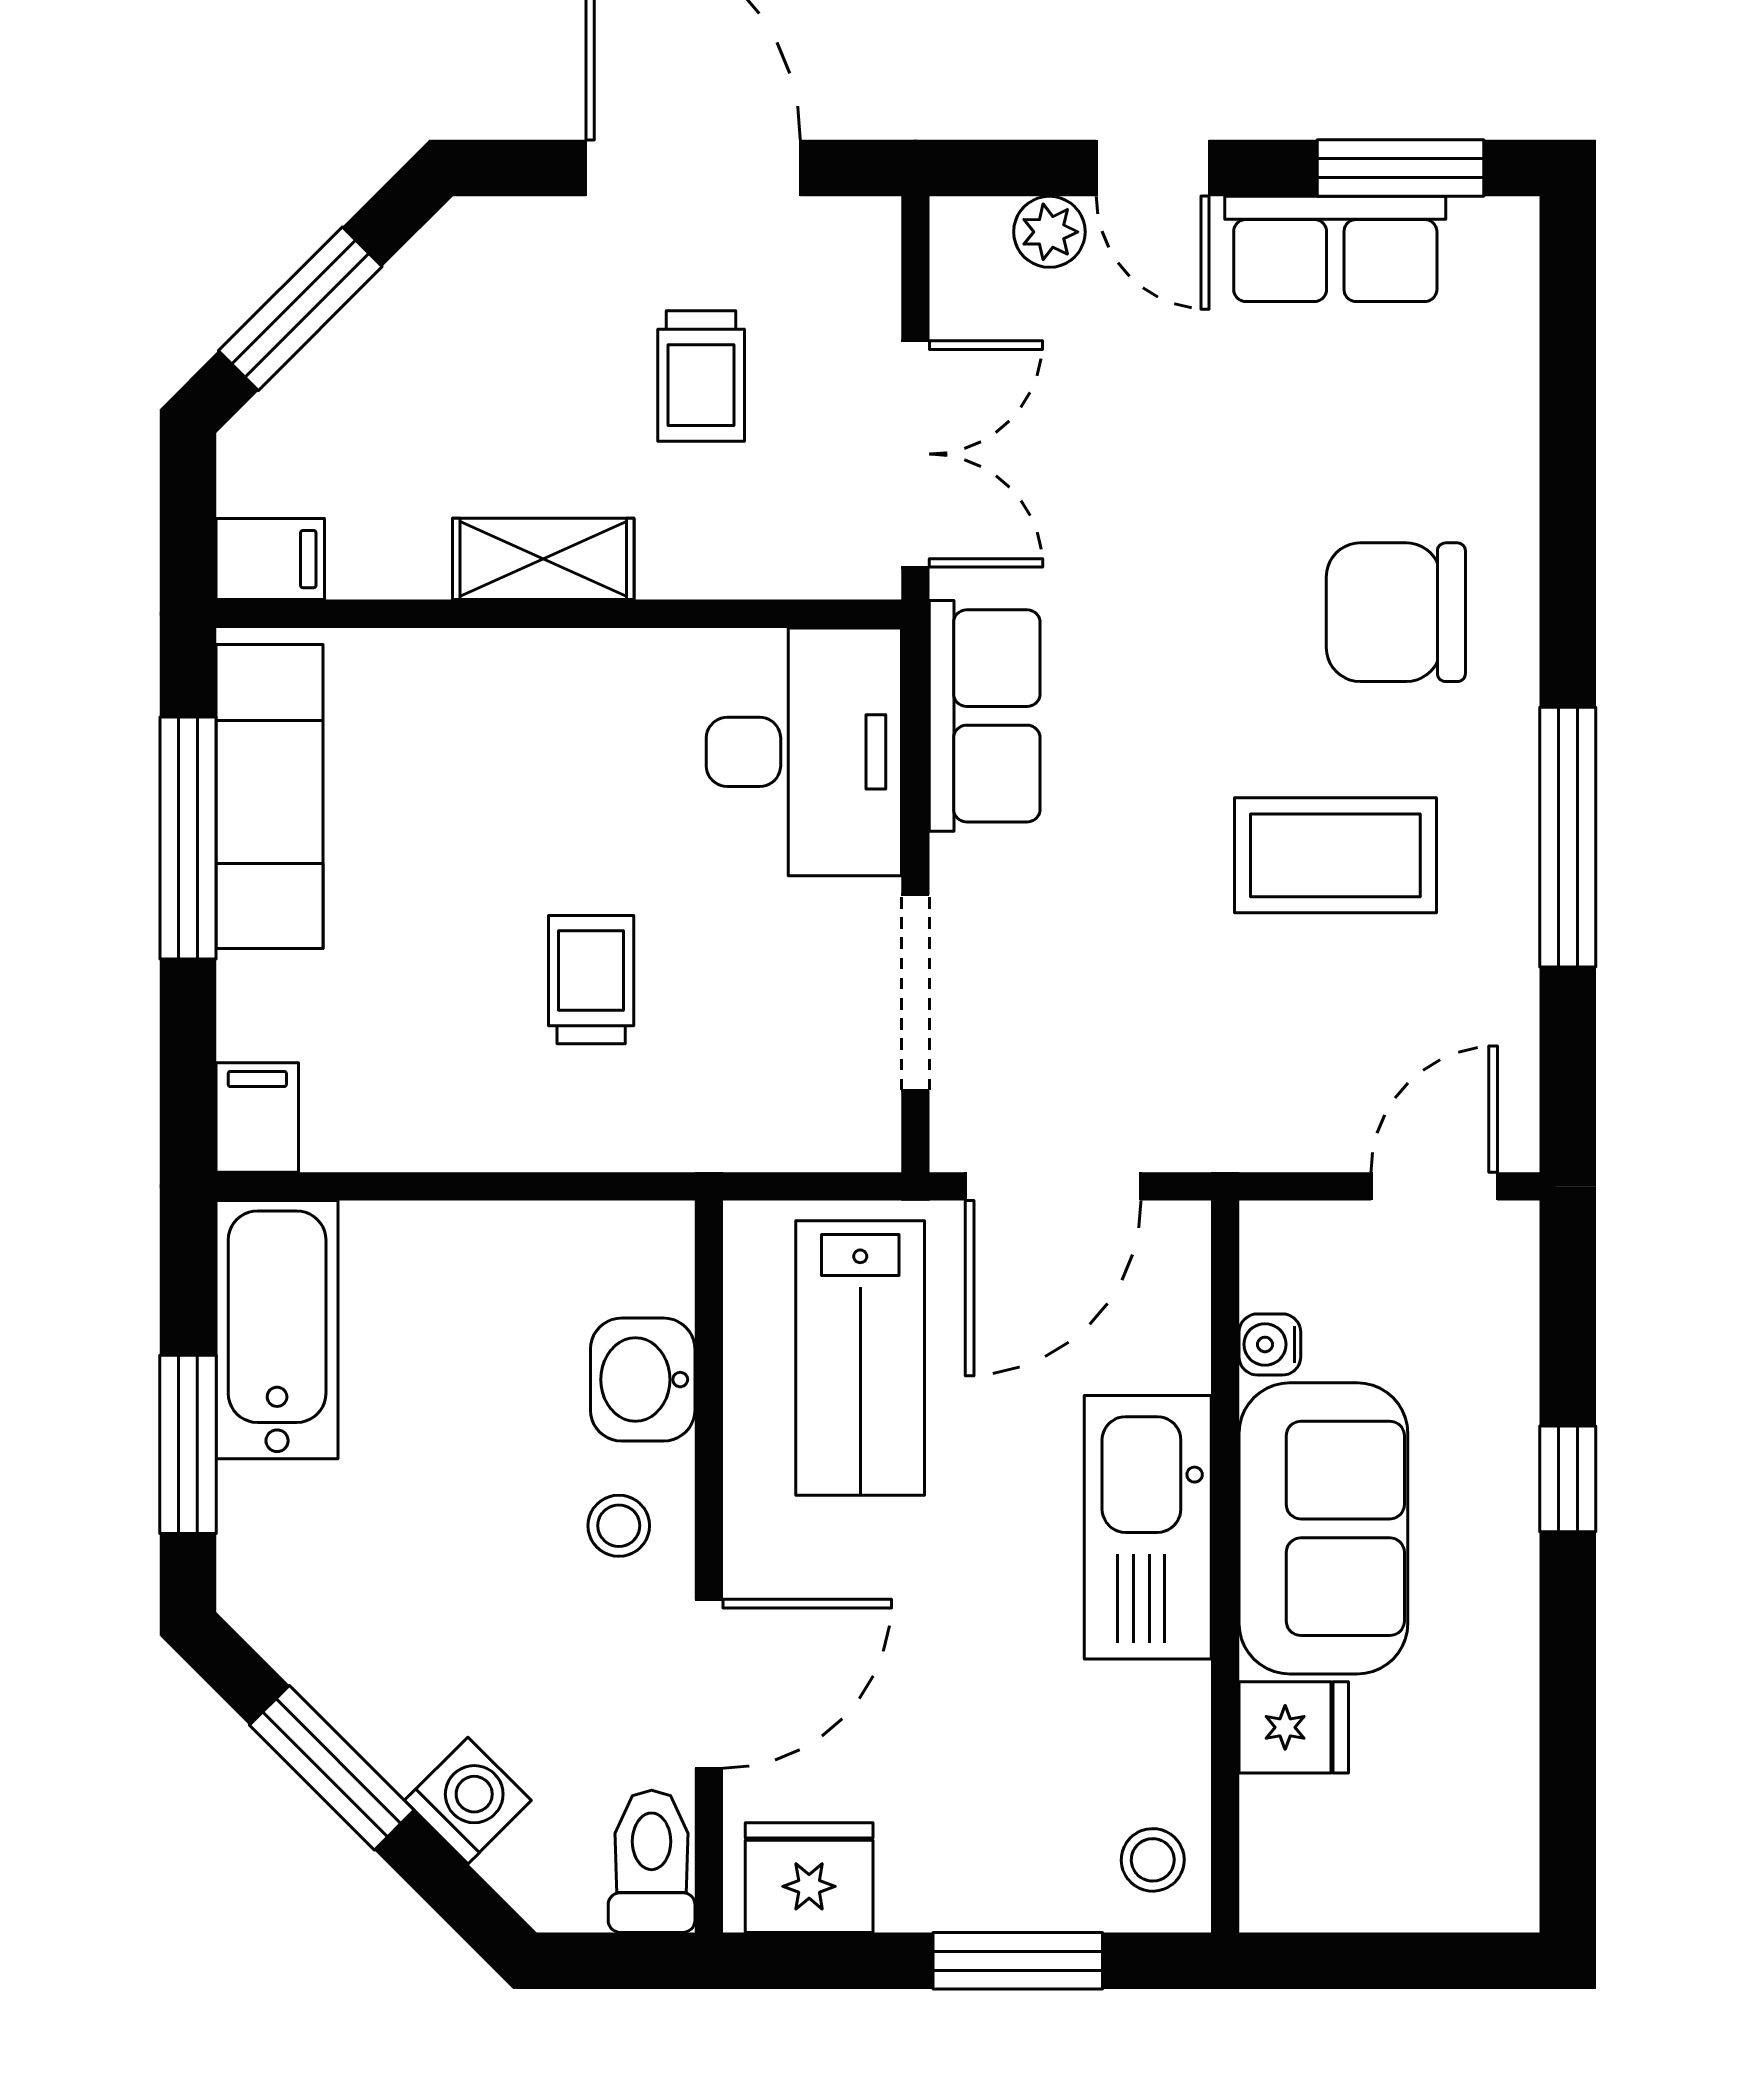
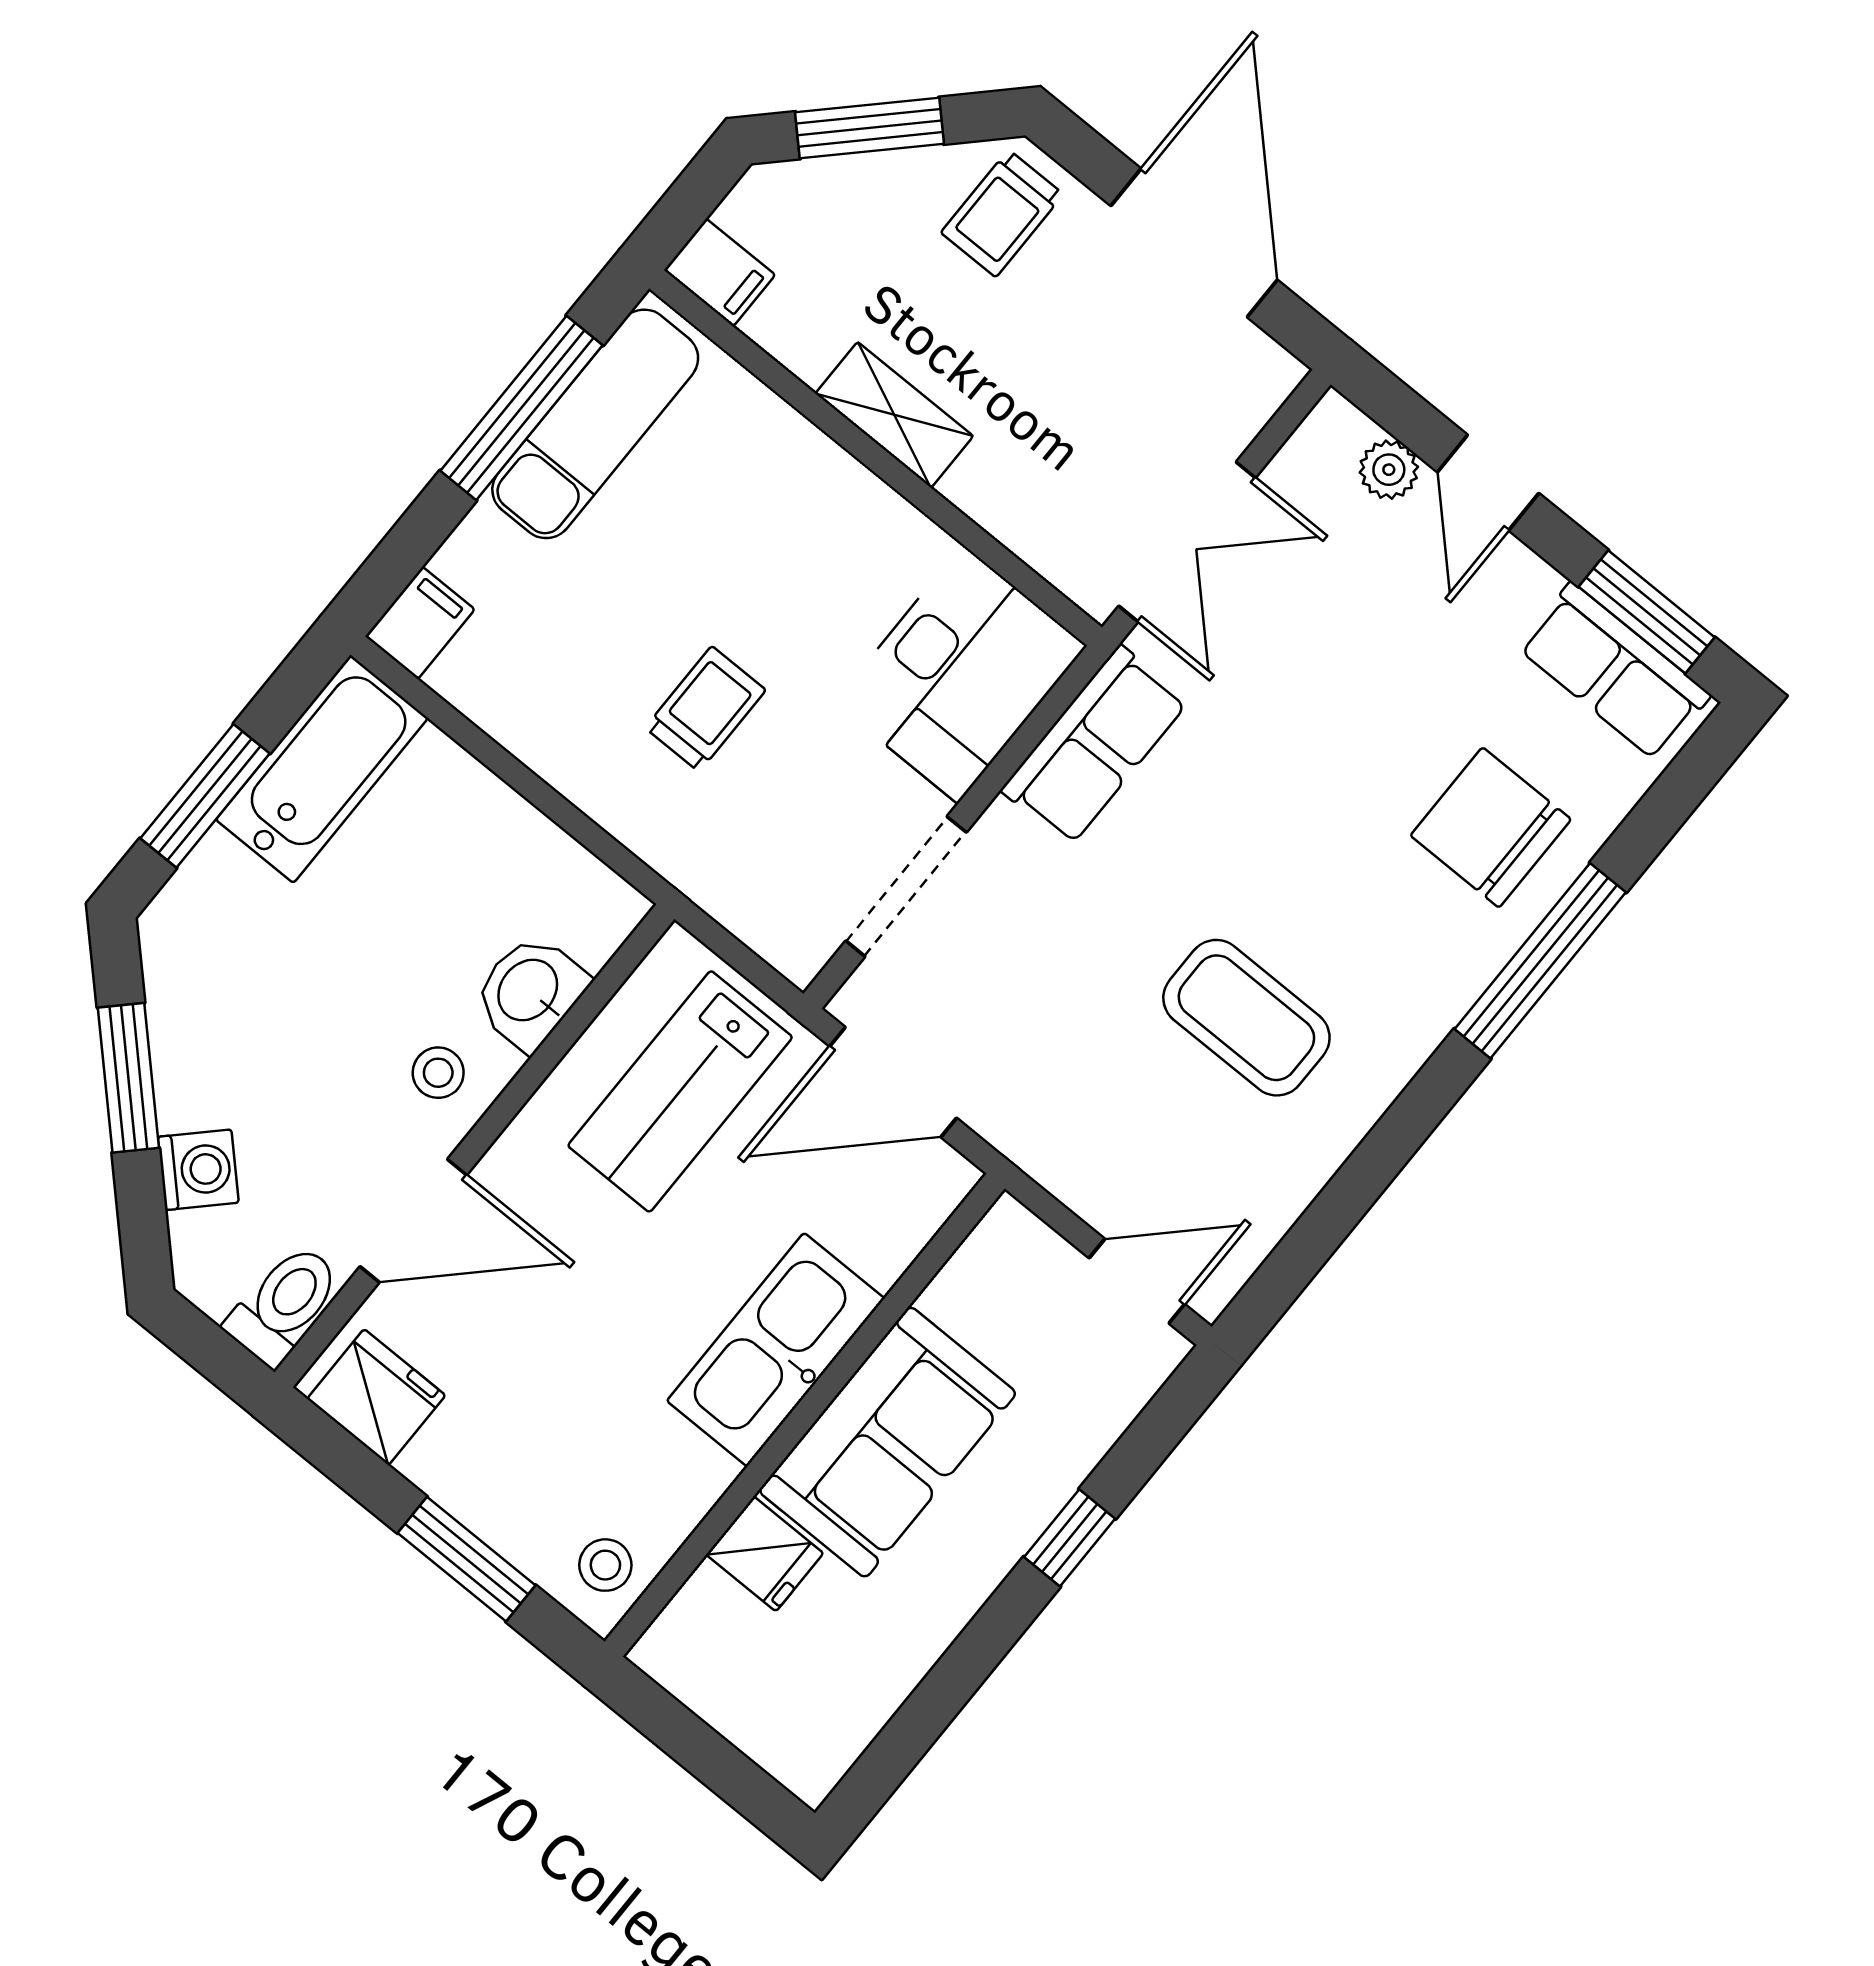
row of seats: (1335, 249) -> (1614, 671), moved
trolley: (701, 376) -> (1002, 213), moved
chair: (1396, 612) -> (1491, 827), moved
window: (1568, 837) -> (1540, 961), moved
water cooler: (1270, 1344) -> (949, 1296), removed

